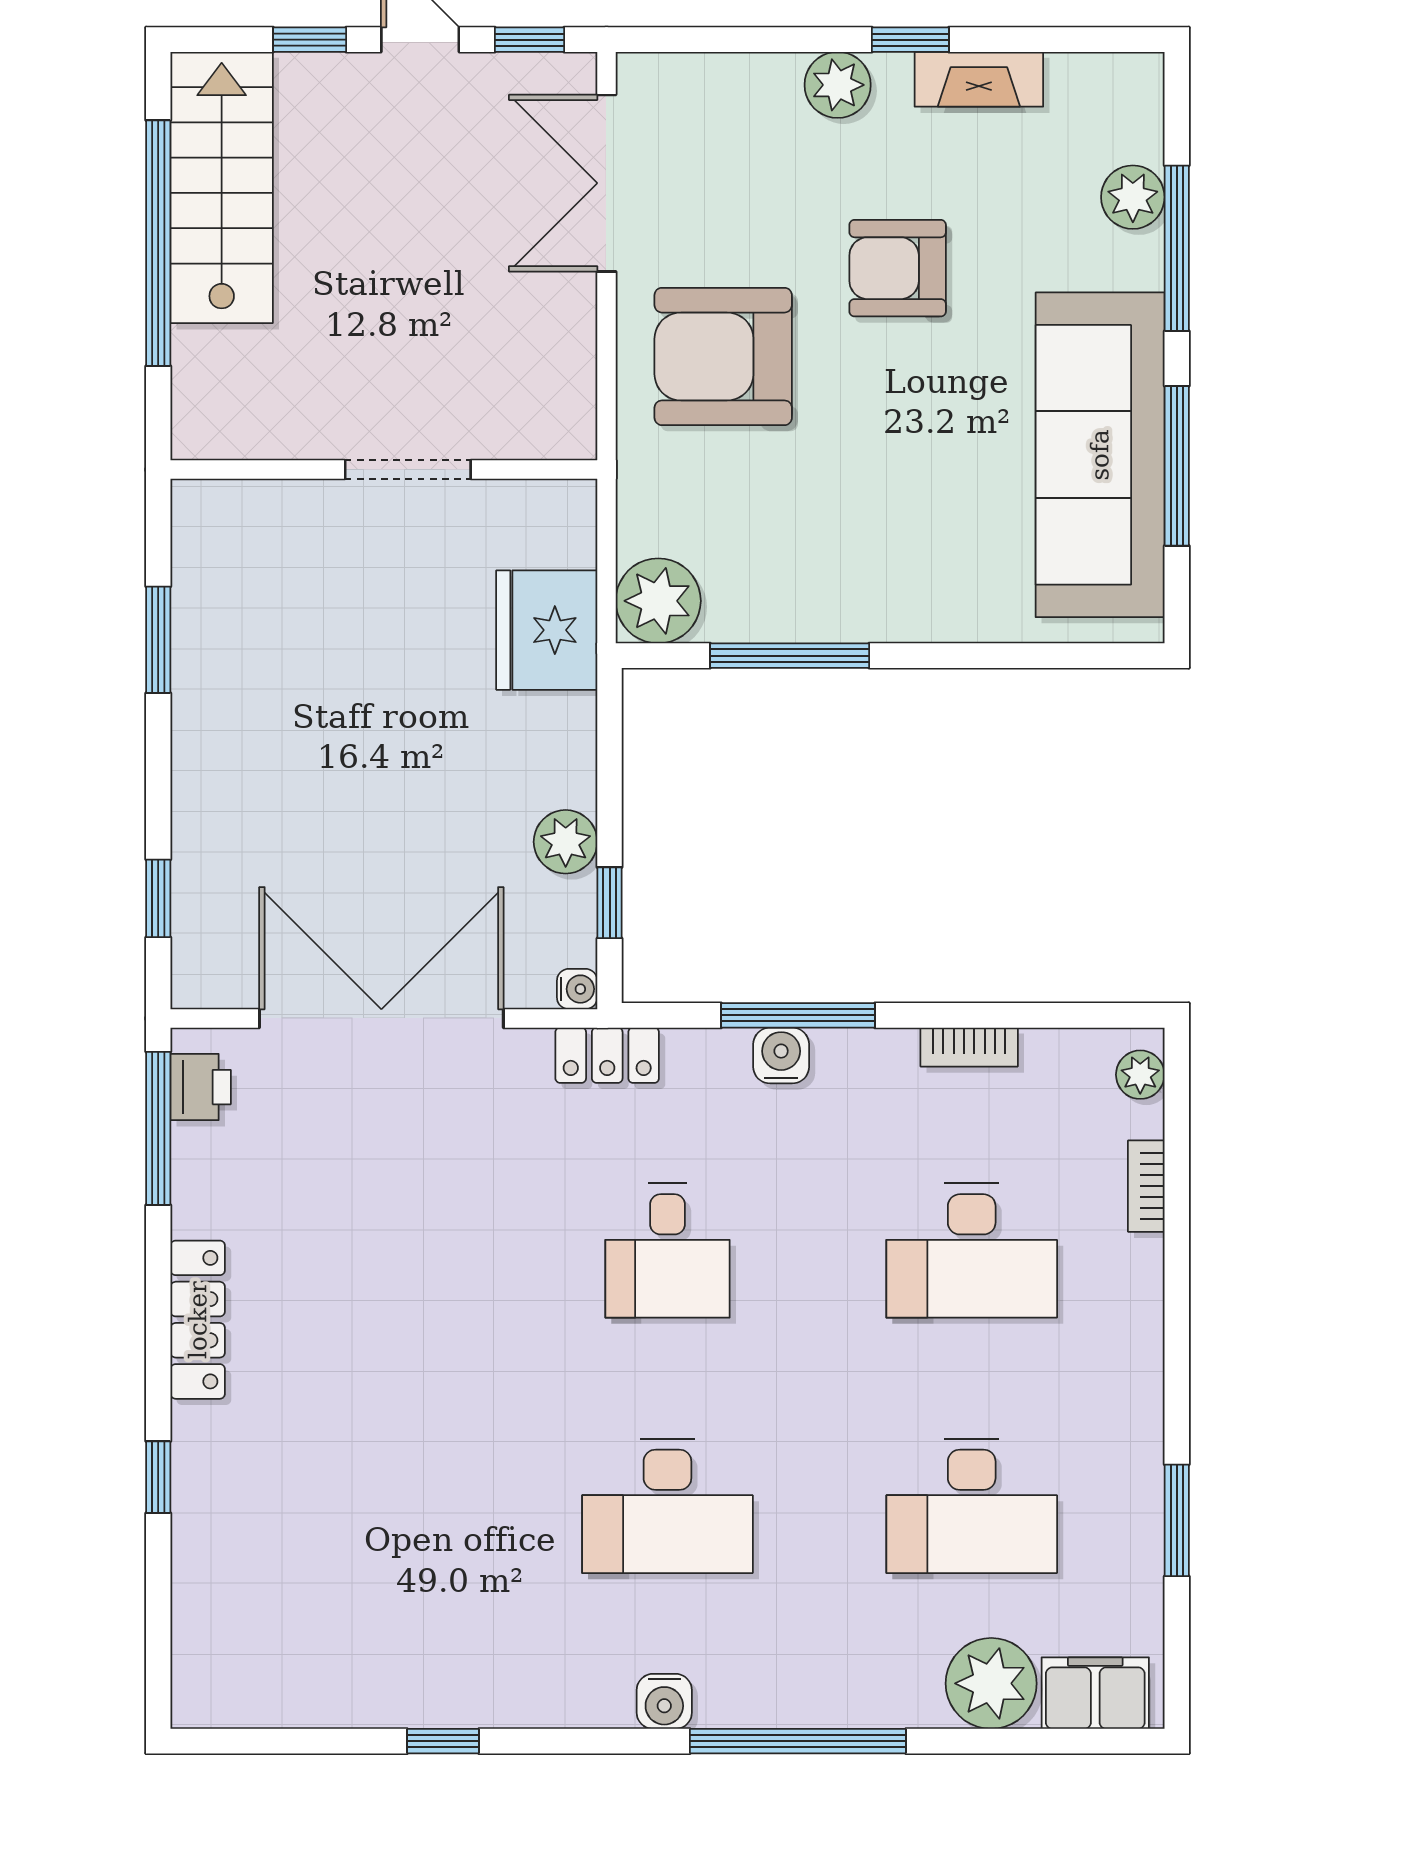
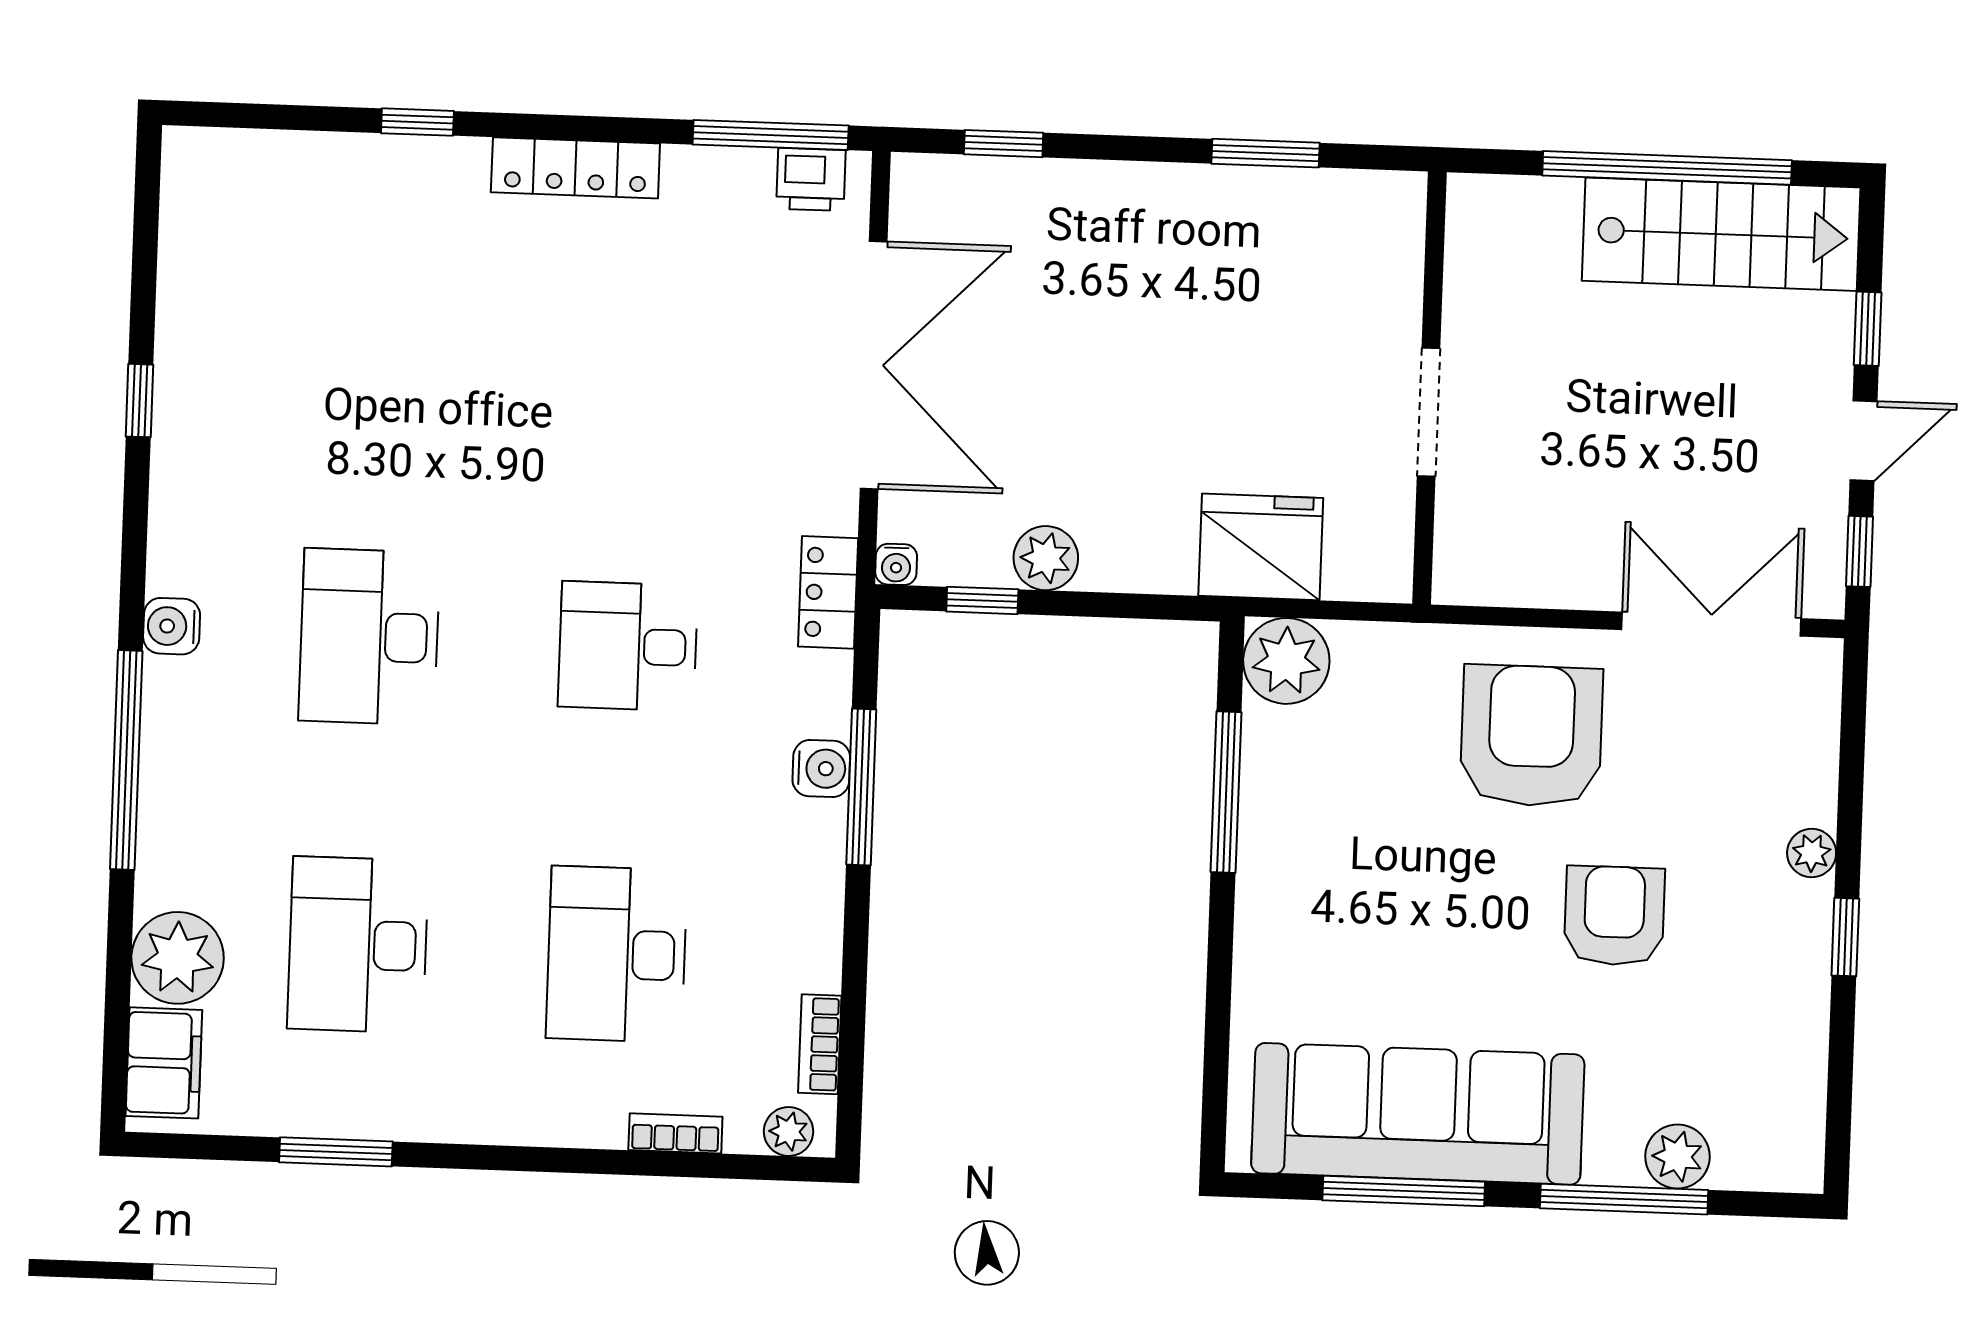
fireplace: (979, 79) -> (1803, 1005), removed
plant: (838, 85) -> (1812, 853), width x0.73, depth x0.73
bookcase: (969, 1047) -> (820, 1044), moved

